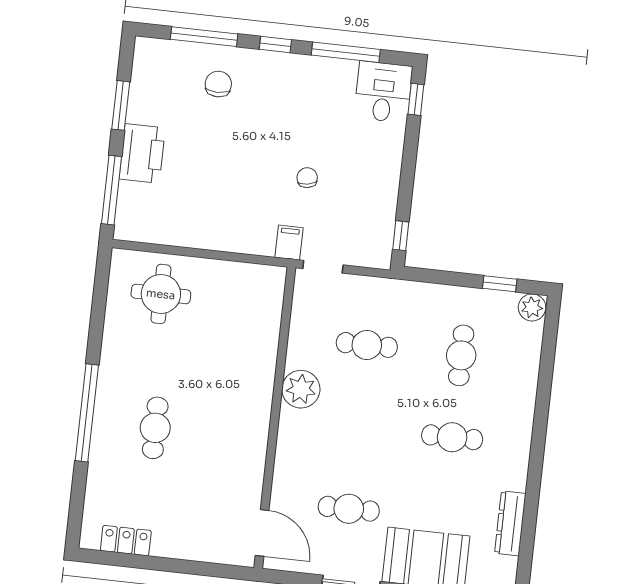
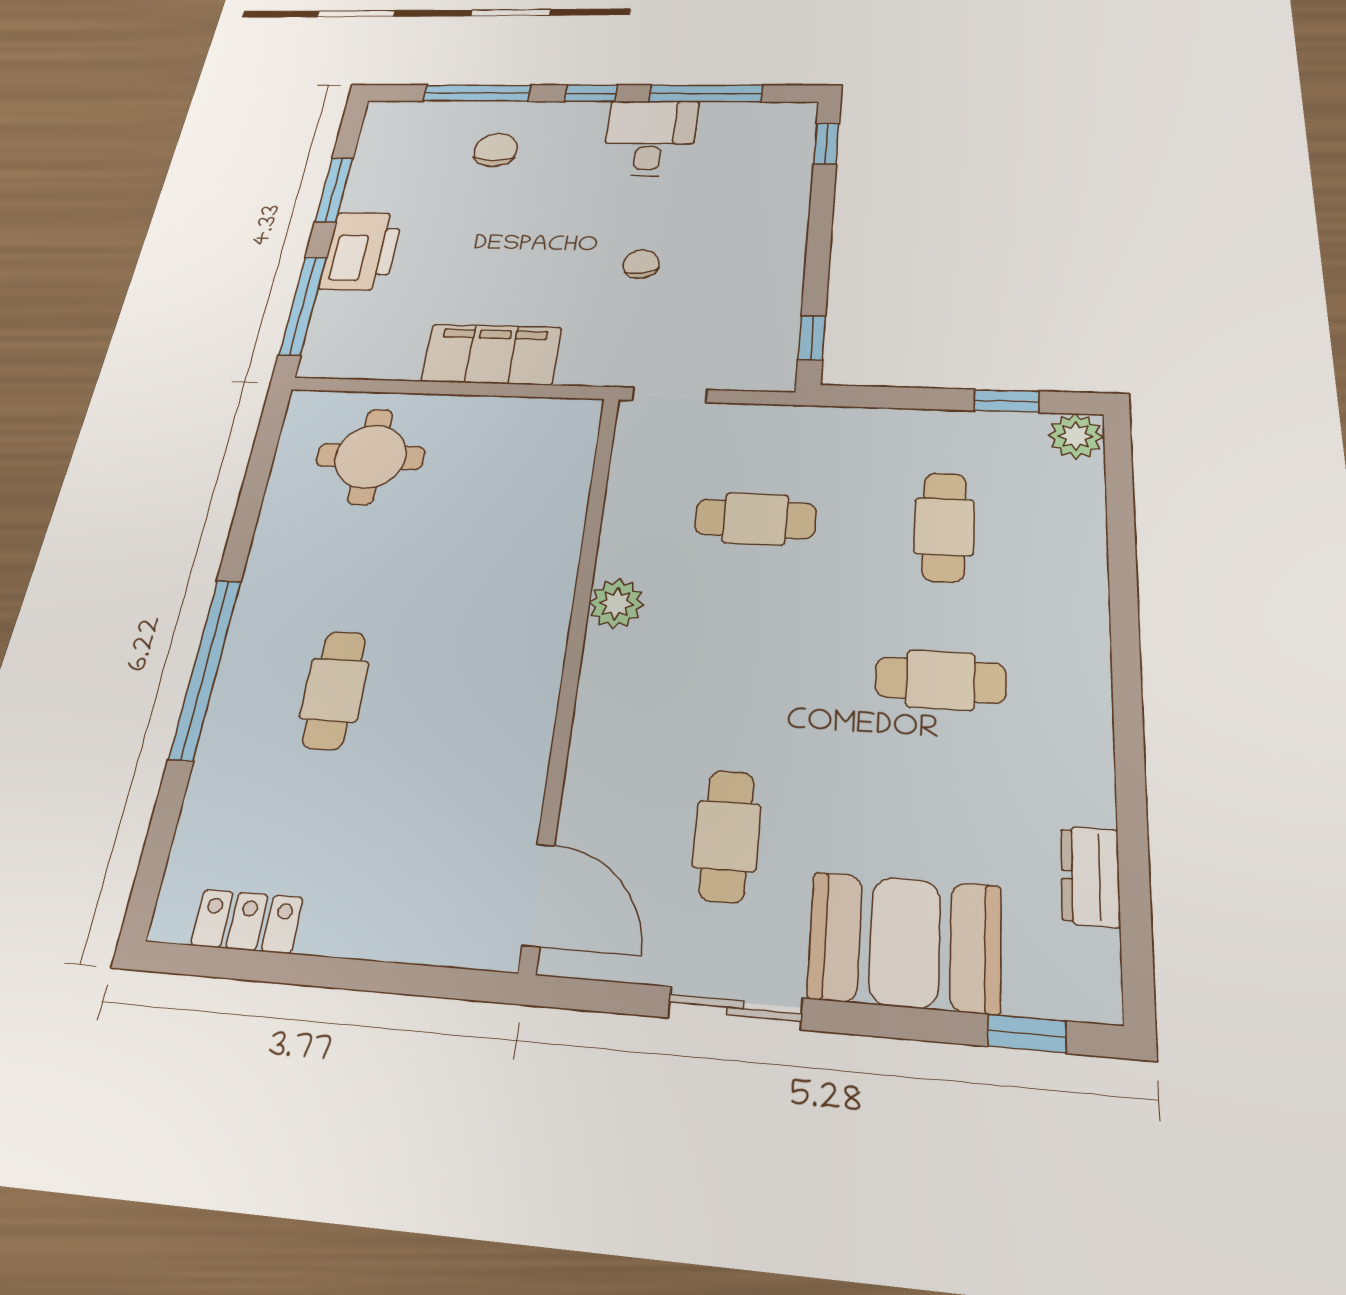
desk: (383, 92) -> (650, 138), moved
filing cabinet: (289, 243) -> (492, 354), moved, width x3.00, depth x1.17
plant: (301, 389) -> (616, 604), width x0.73, depth x0.73
cafe table: (349, 509) -> (727, 836), turned 90
dresser: (510, 523) -> (1090, 876), width x0.70

